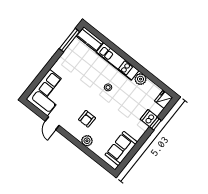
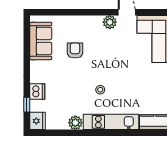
armchair: (87, 119) -> (75, 50), moved
window: (155, 124) -> (27, 105), moved
plant: (87, 141) -> (110, 22), moved

